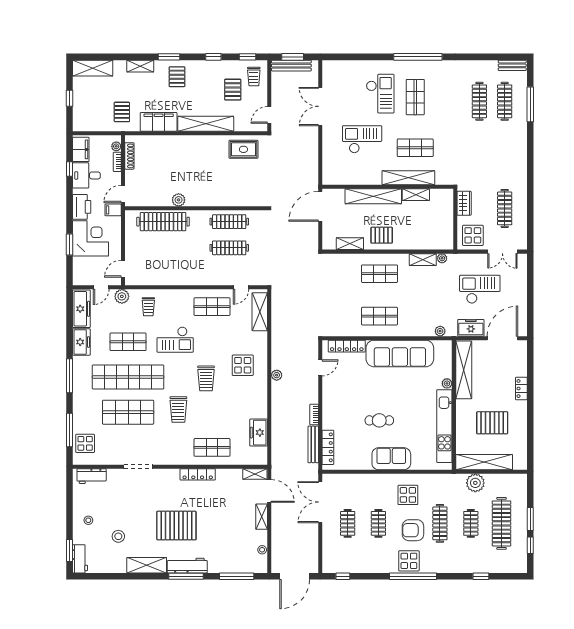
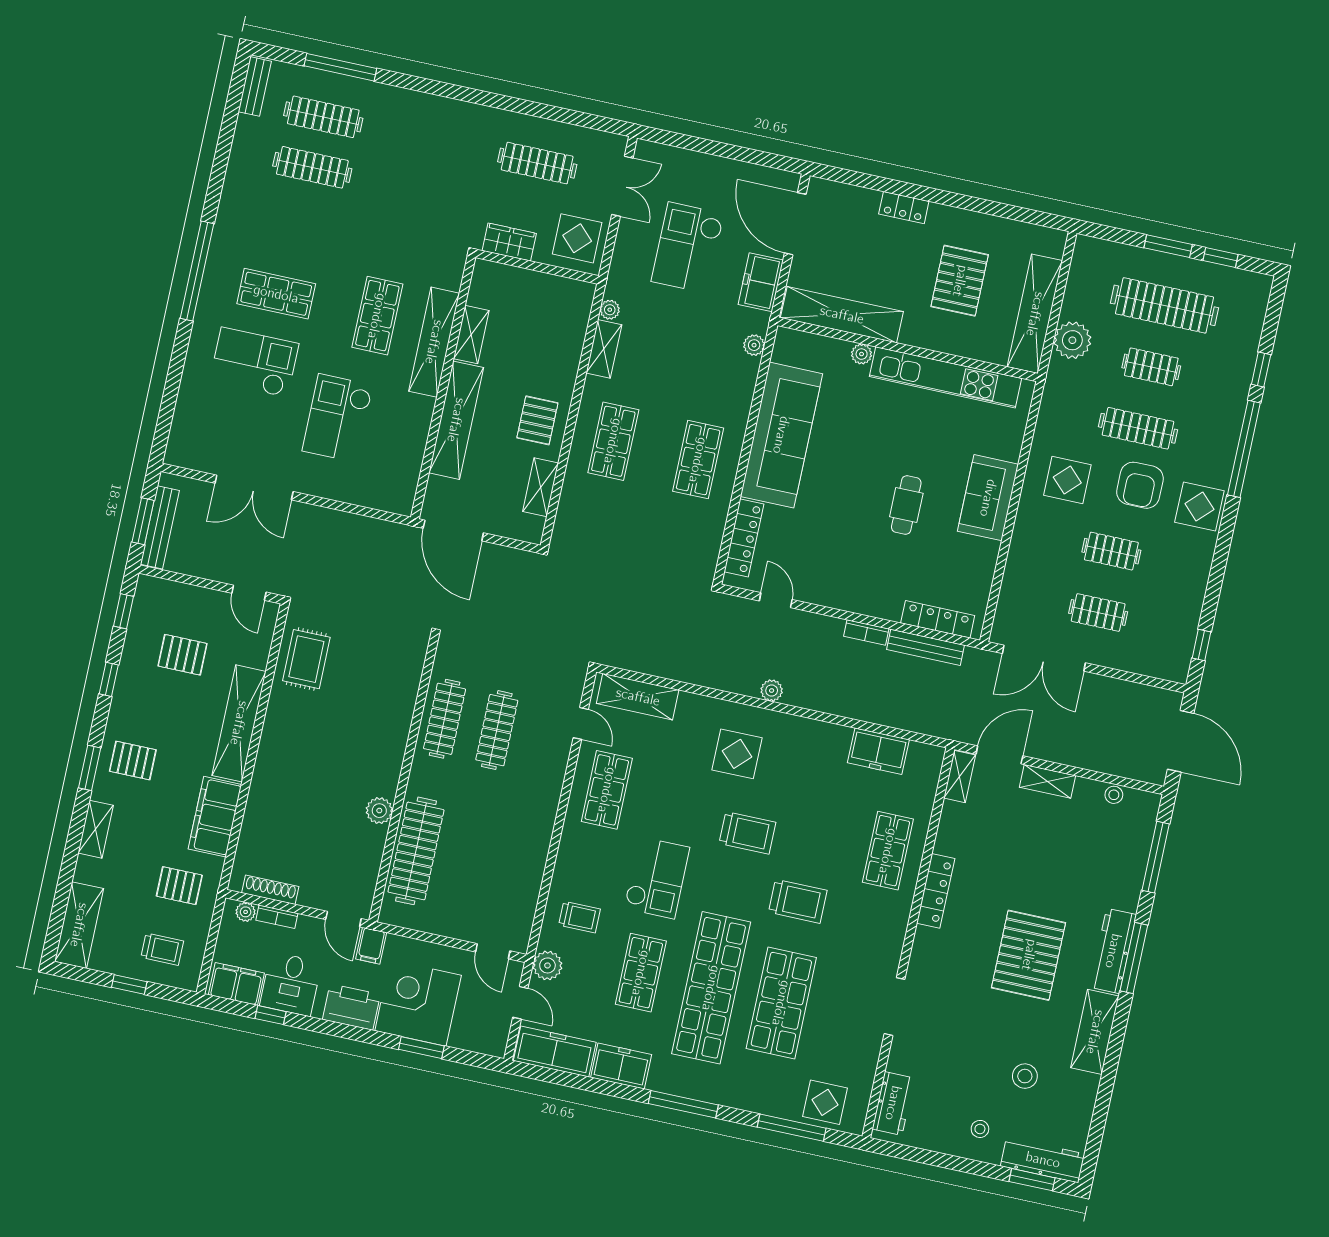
trolley: (254, 76) -> (162, 949), moved
workbench: (80, 559) -> (1043, 1160), width x1.38
window: (413, 576) -> (1244, 449), moved

